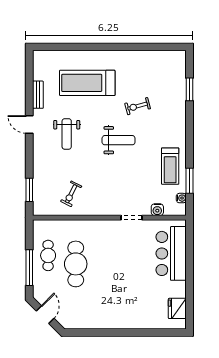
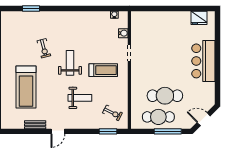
weight bench: (67, 134) -> (80, 98), moved
treadmill: (170, 166) -> (103, 70), moved
window: (189, 181) -> (101, 8), removed
exercise bike: (71, 194) -> (112, 113), moved
bar counter: (171, 253) -> (203, 61), moved, turned 90
cafe table: (48, 255) -> (158, 117), width x1.37, depth x1.35

